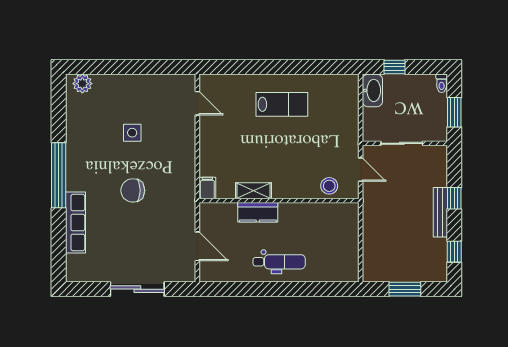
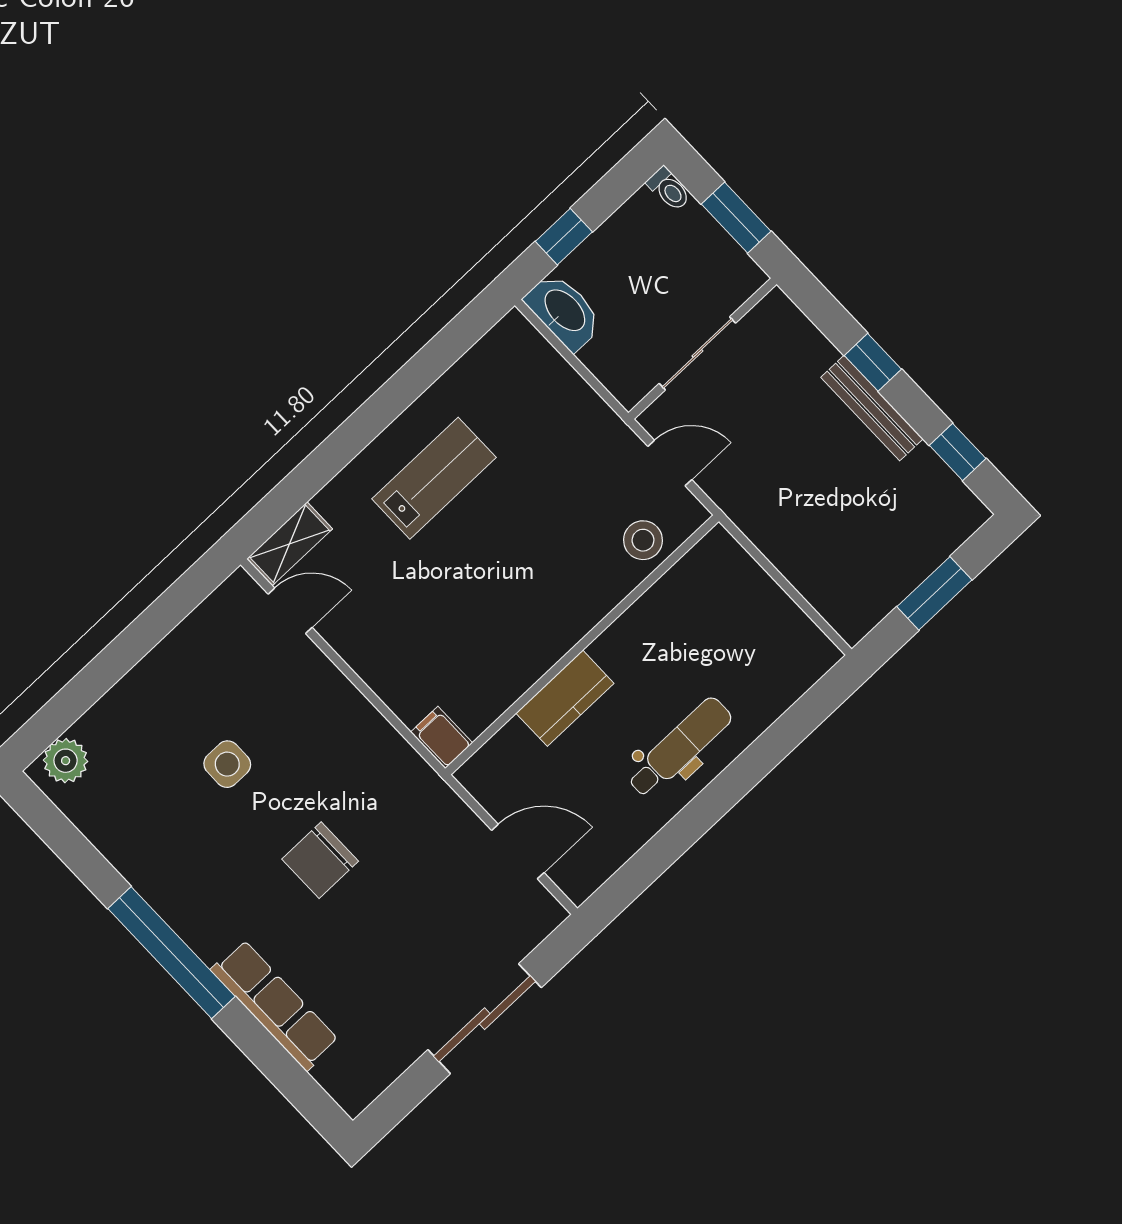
shelving: (253, 191) -> (290, 544), moved

